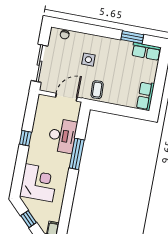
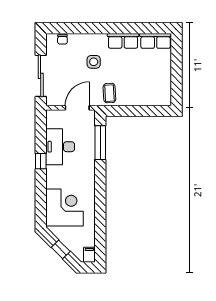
window: (132, 37) -> (137, 28), removed
row of seats: (145, 96) -> (123, 41), moved, turned -90
desk: (62, 136) -> (60, 147), moved, turned 180
window: (77, 154) -> (100, 143), moved

